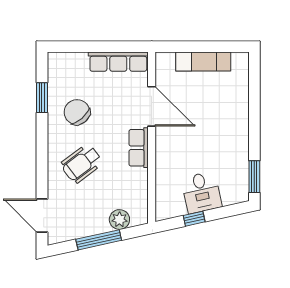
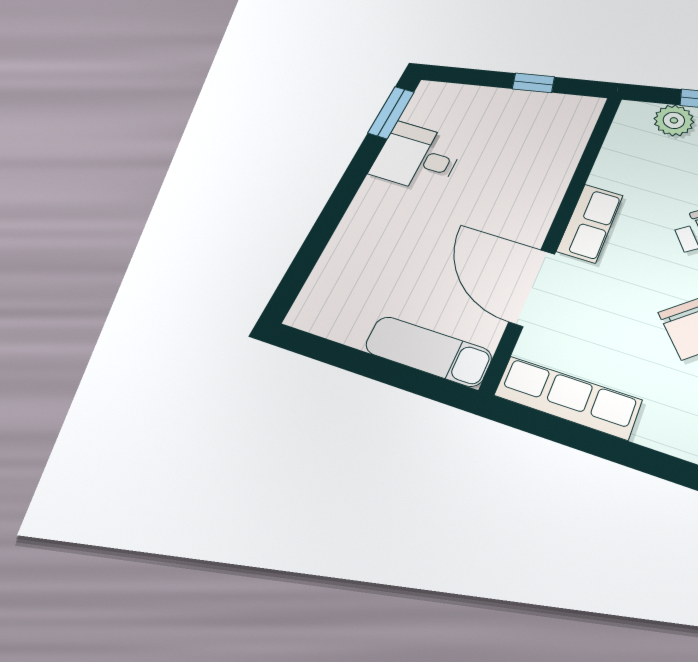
exam couch: (203, 62) -> (429, 351), moved
desk: (201, 192) -> (417, 157), moved, turned -78

